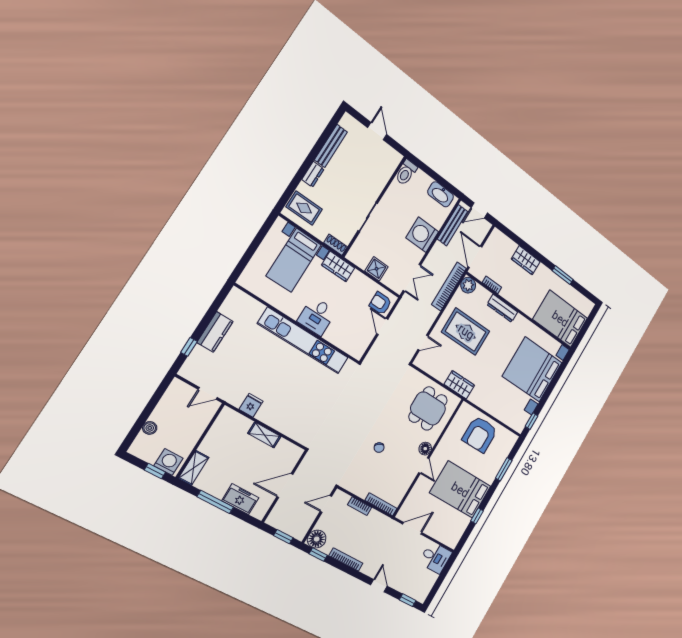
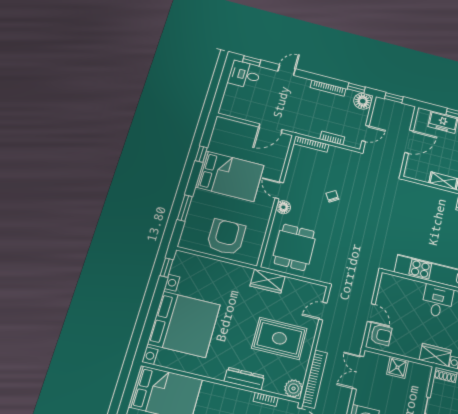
desk: (435, 558) -> (244, 75), moved
door: (379, 586) -> (287, 70), swing flipped

